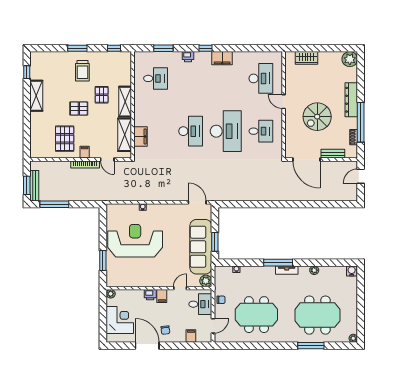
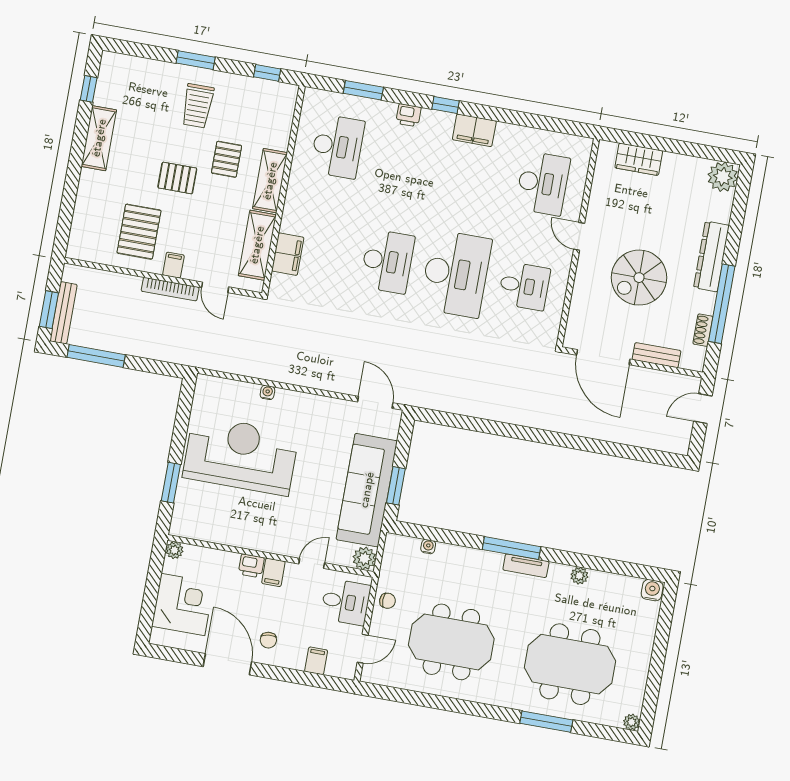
desk: (155, 78) -> (337, 146), width x1.37

